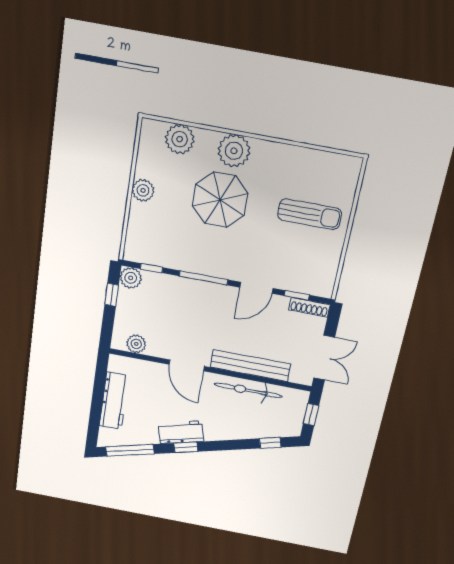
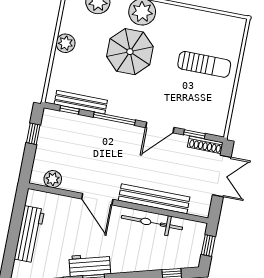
bench: (164, 259) -> (81, 102), added
plant: (131, 278) -> (51, 119), removed
double door: (324, 358) -> (222, 176), moved

